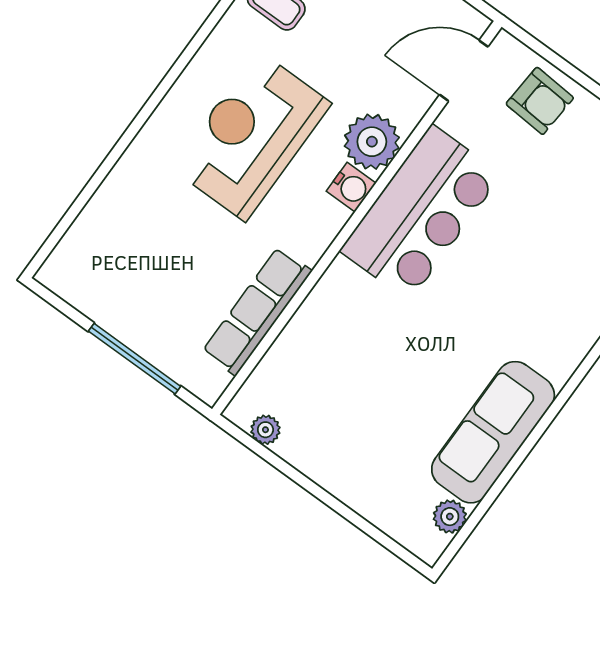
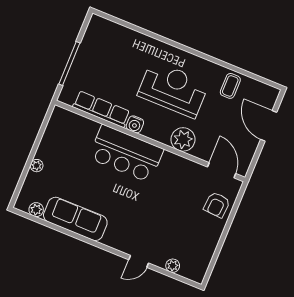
water cooler: (351, 187) -> (135, 124), moved
bar counter: (421, 213) -> (126, 154), moved
plant: (265, 430) -> (37, 166), moved

